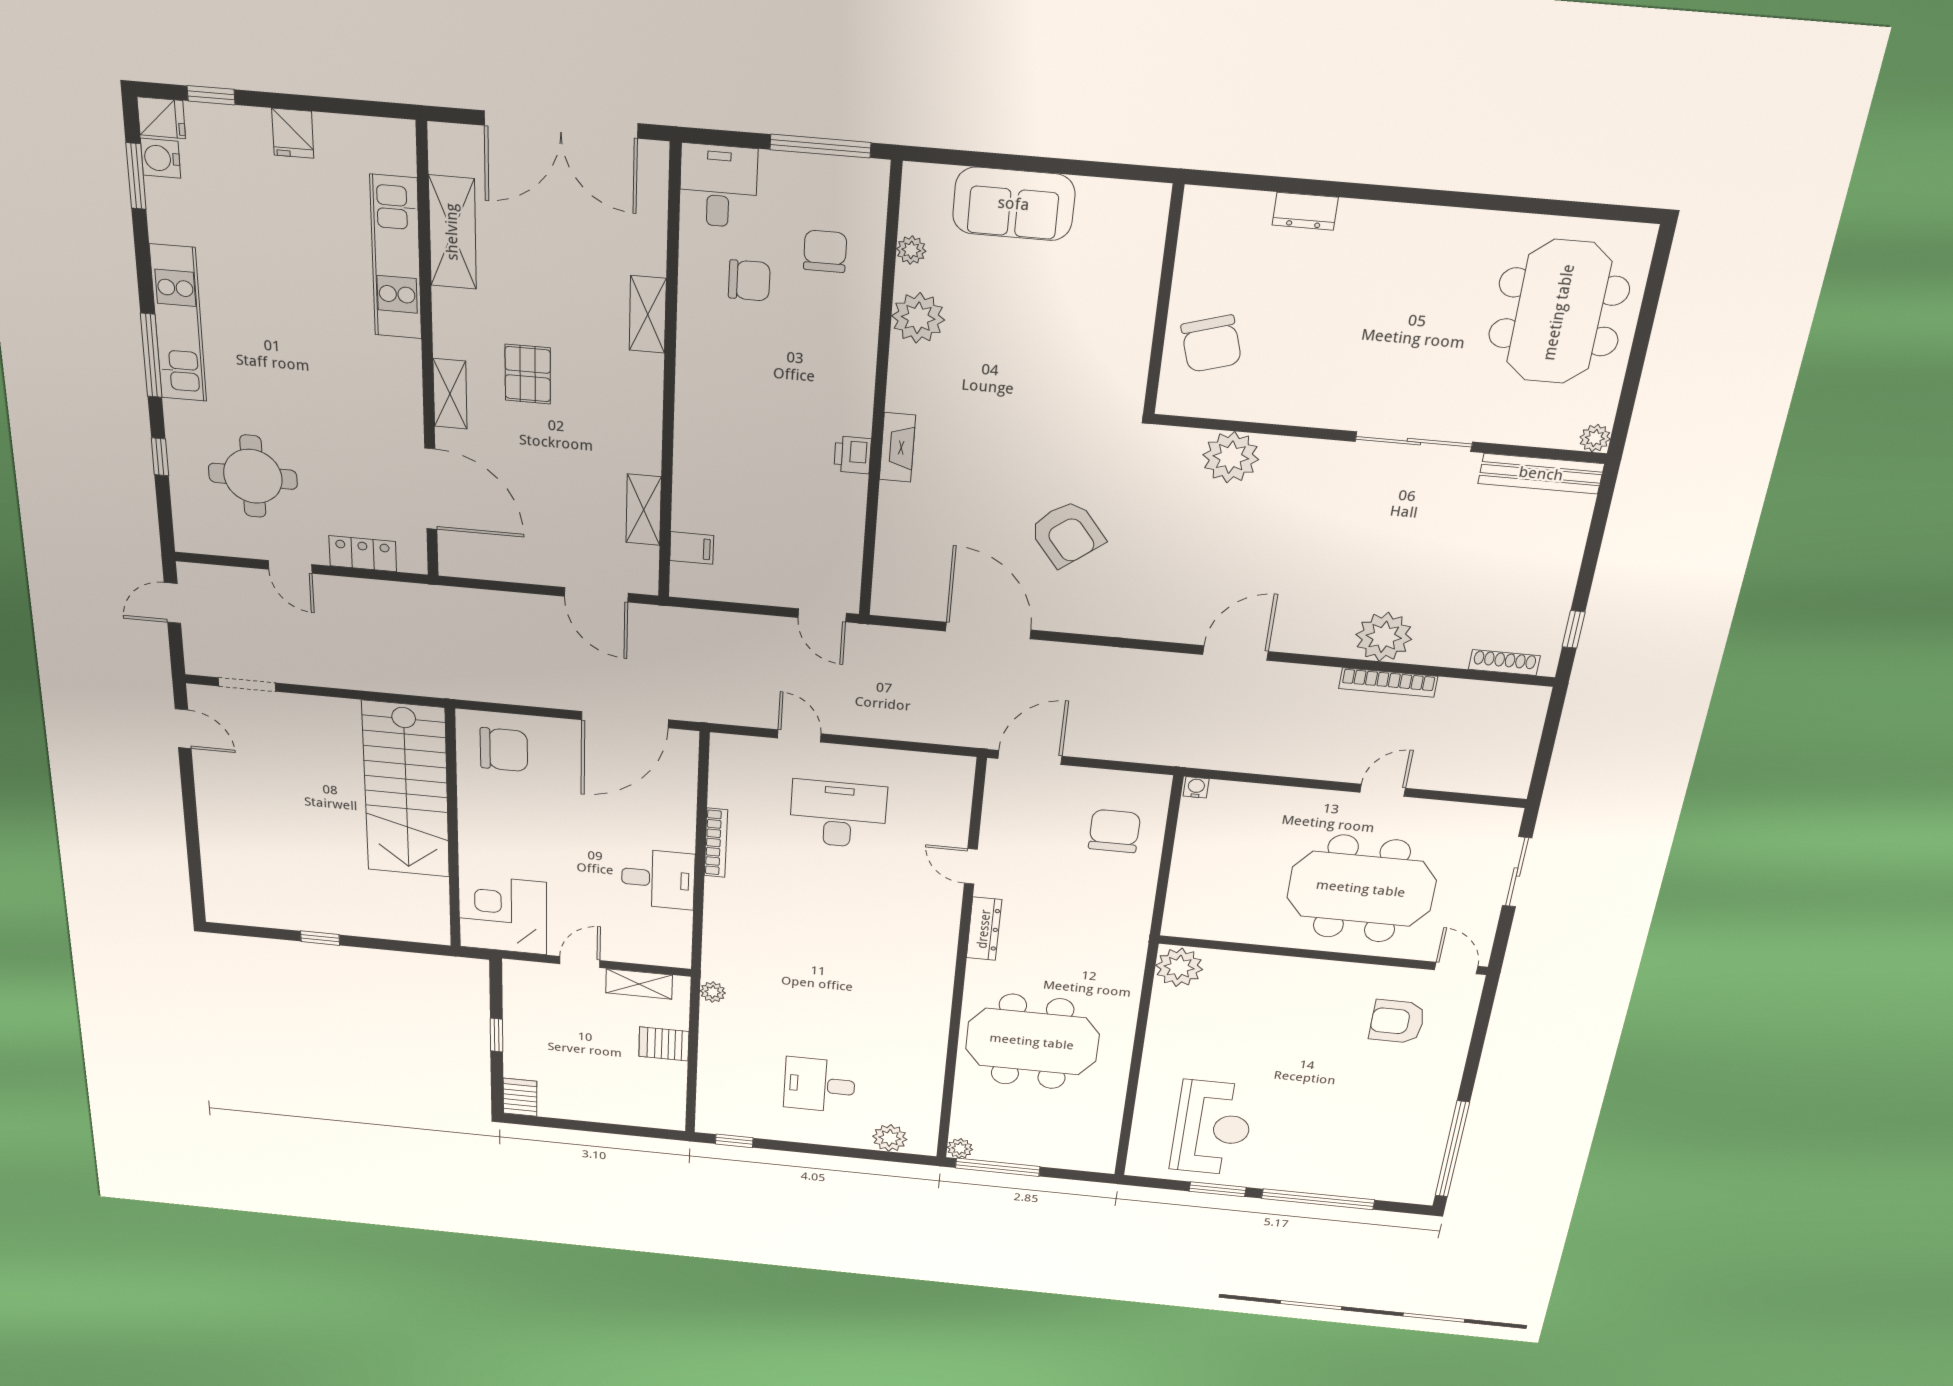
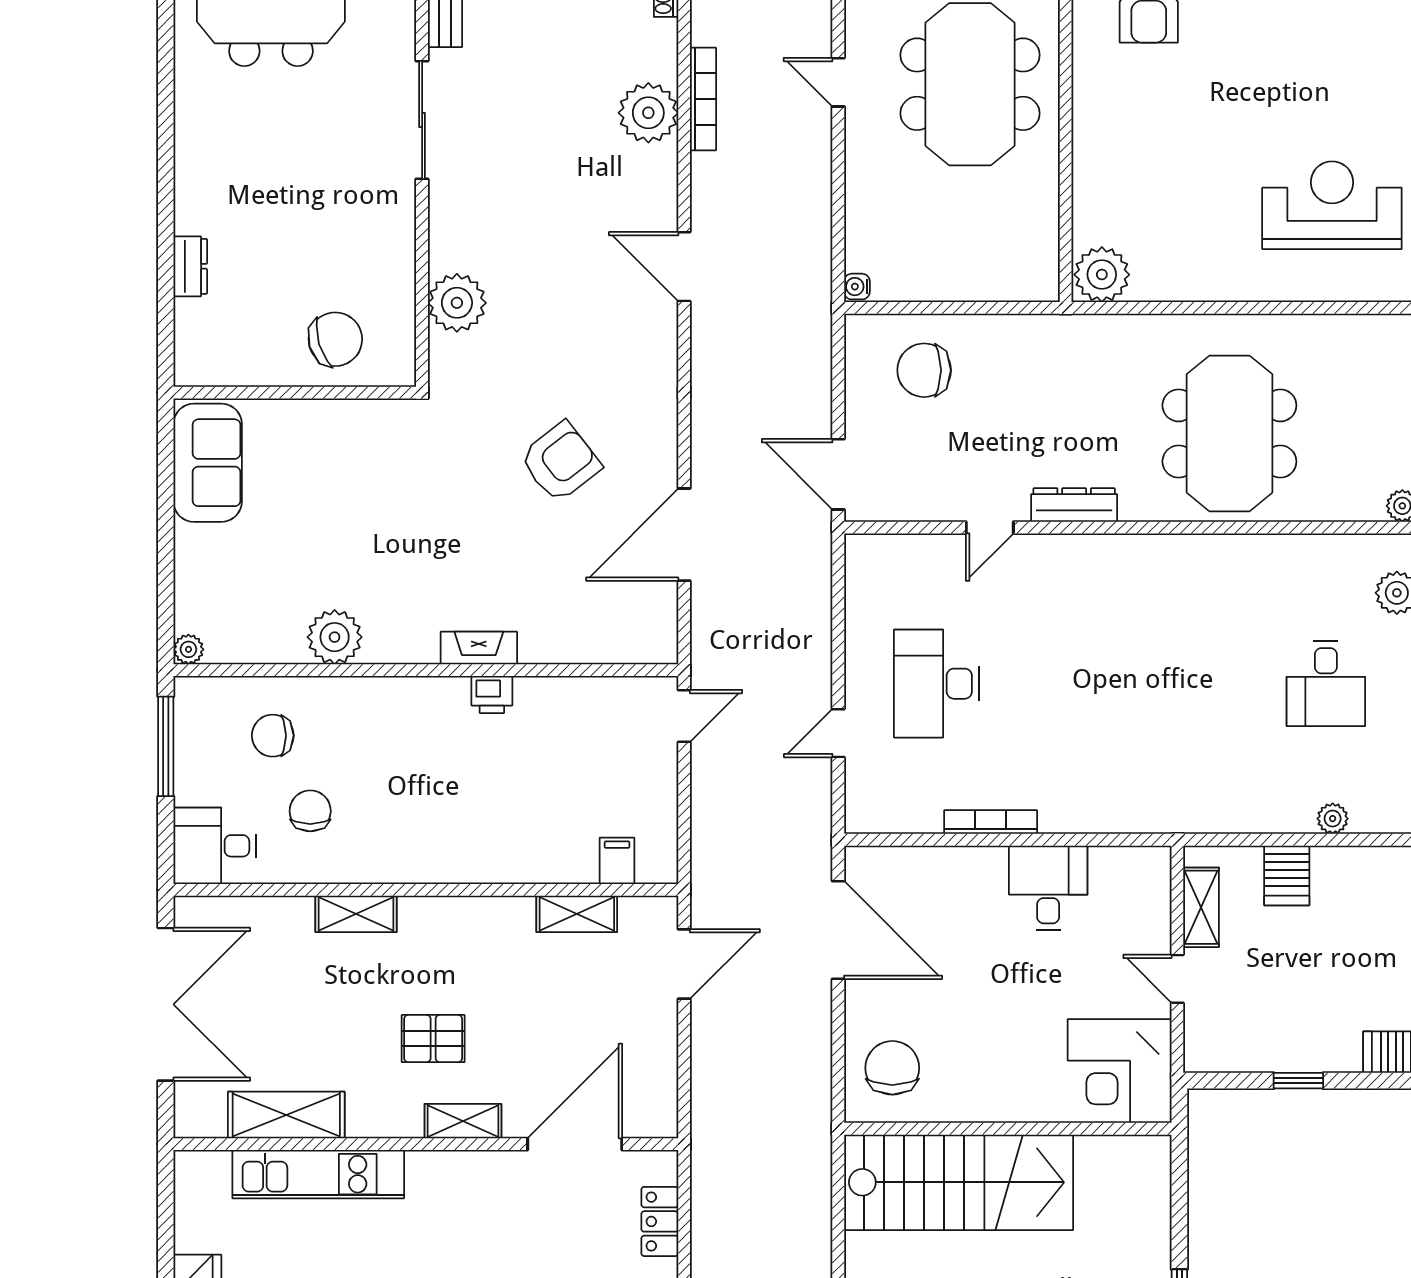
sofa: (1014, 204) -> (208, 463), moved
plant: (911, 250) -> (188, 649), moved
plant: (713, 992) -> (1333, 819), moved

